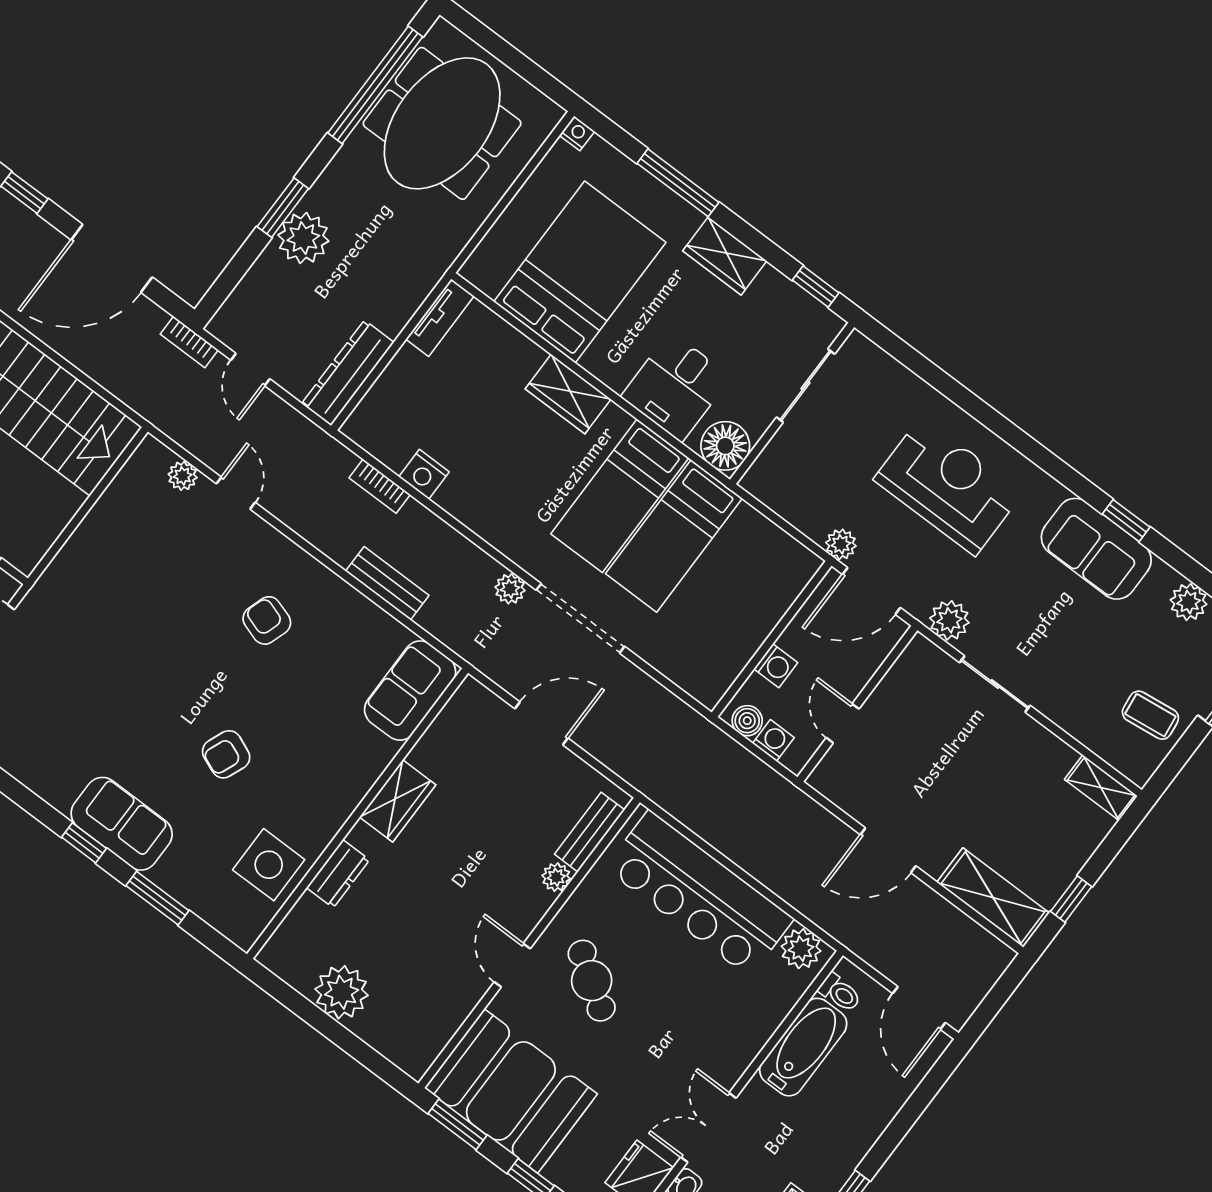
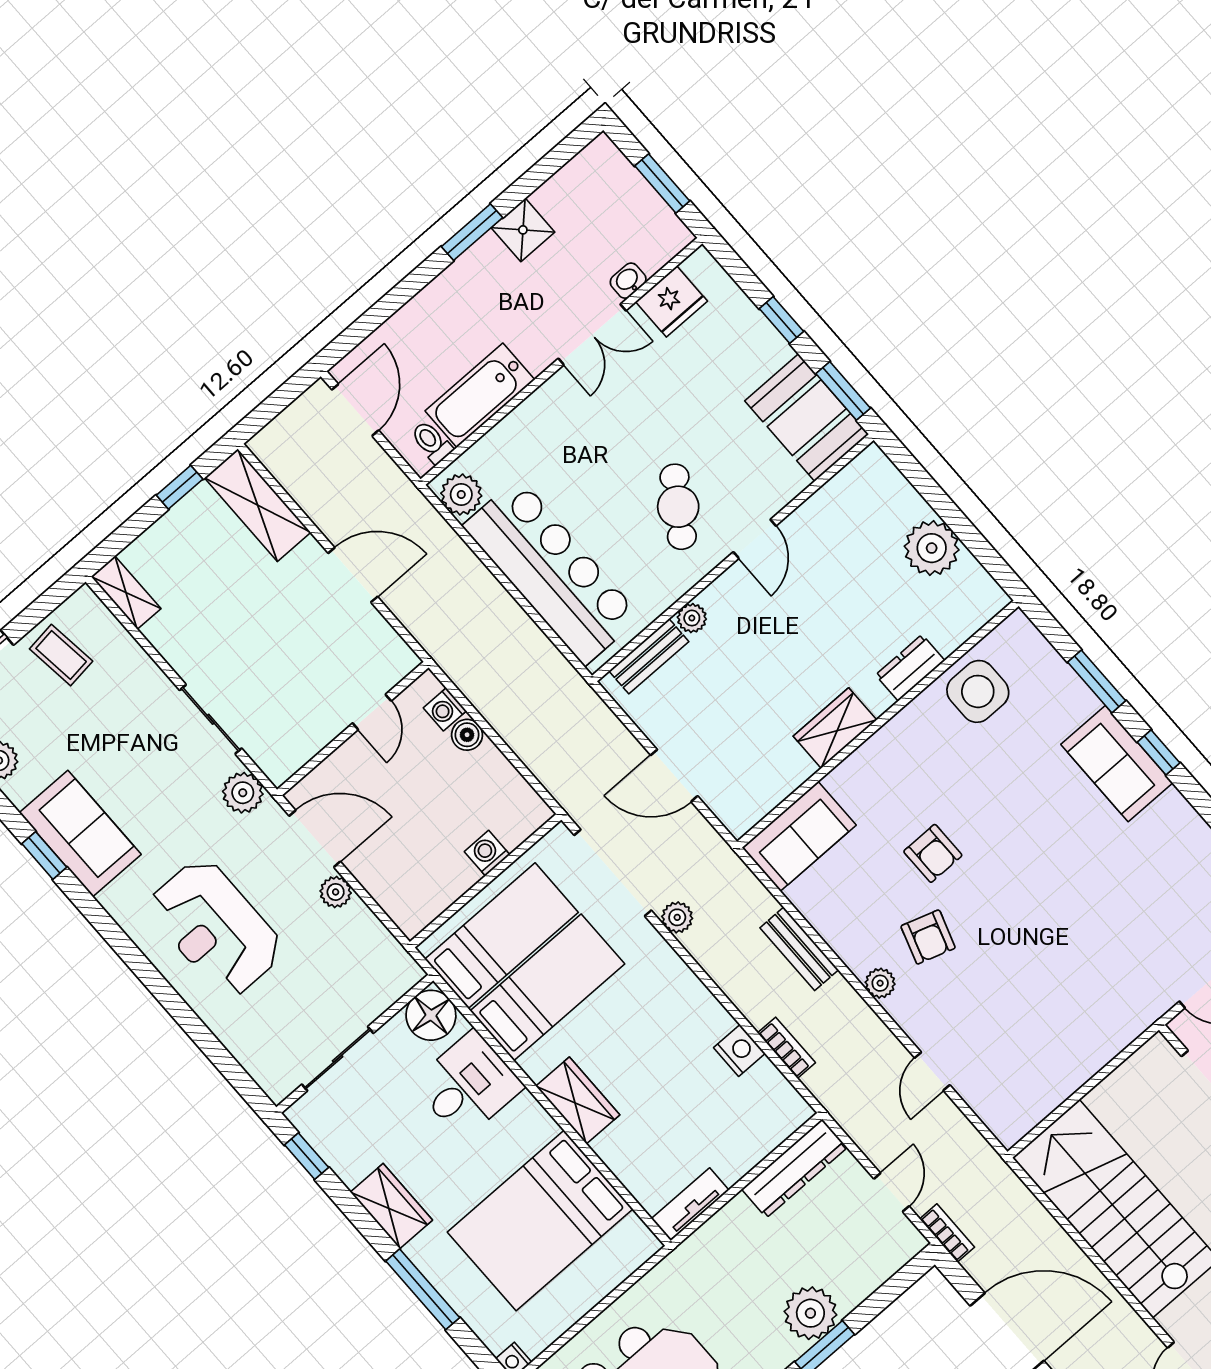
plant: (183, 476) -> (880, 983), moved
wall: (772, 639) -> (486, 881), moved
washing machine: (776, 666) -> (487, 853), moved
armchair: (226, 754) -> (933, 853), moved, turned 68
booth: (511, 1091) -> (807, 418), width x0.73, depth x0.70

